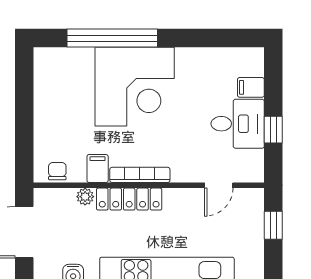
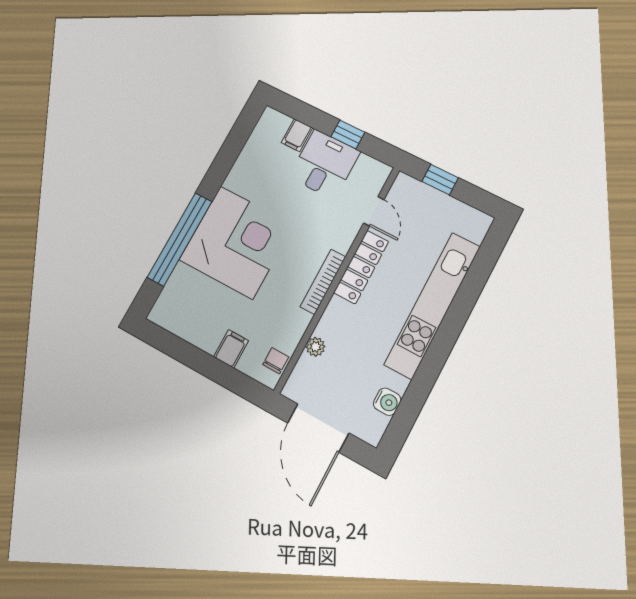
filing cabinet: (98, 168) -> (231, 349), moved, turned 90
chair: (57, 171) -> (276, 361), turned 90
locker: (129, 199) -> (361, 267), moved

